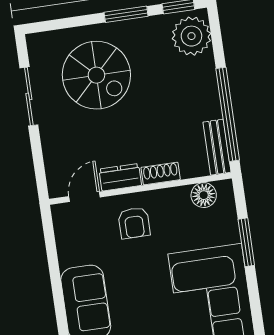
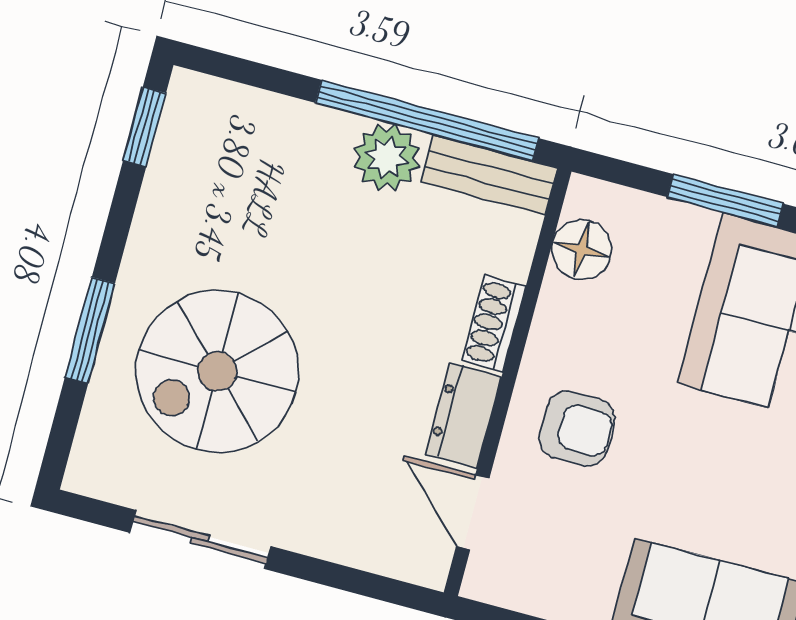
window: (126, 14) -> (90, 330), moved
plant: (191, 36) -> (387, 157), moved, width x0.73, depth x0.73
spiral stairs: (96, 75) -> (217, 371), turned 180

